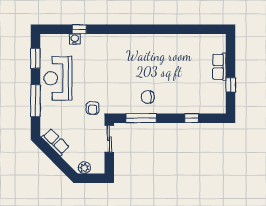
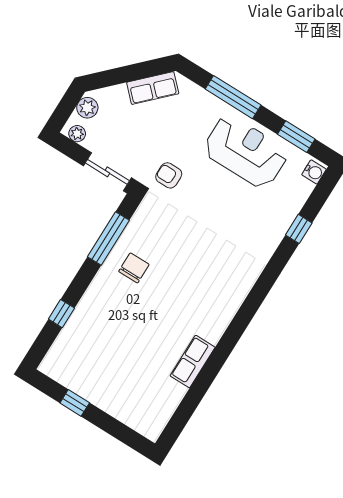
water cooler: (75, 39) -> (314, 172), moved
row of seats: (219, 67) -> (193, 362), moved, turned -90
plant: (100, 165) -> (77, 134), added

